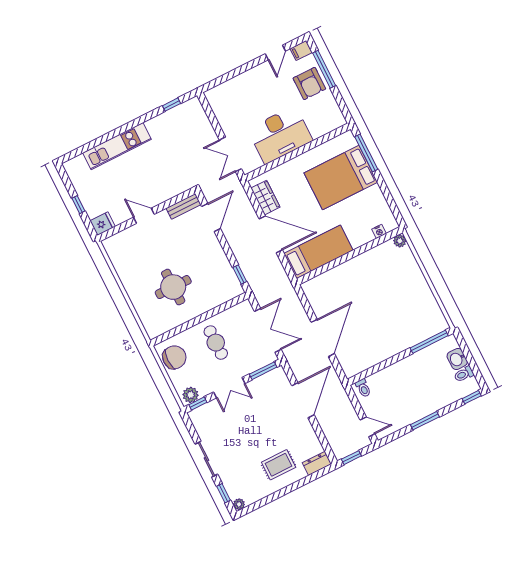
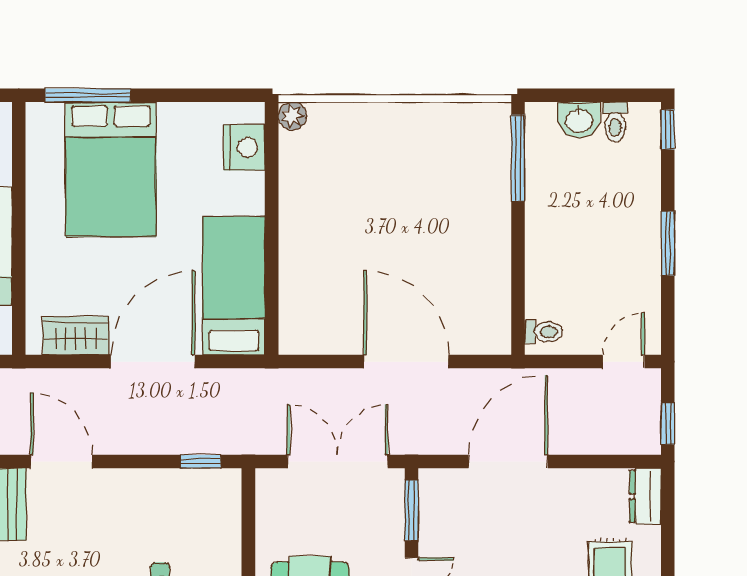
nightstand: (379, 231) -> (244, 147), width x1.89, depth x1.79
door: (303, 400) -> (508, 461), hinge flipped

